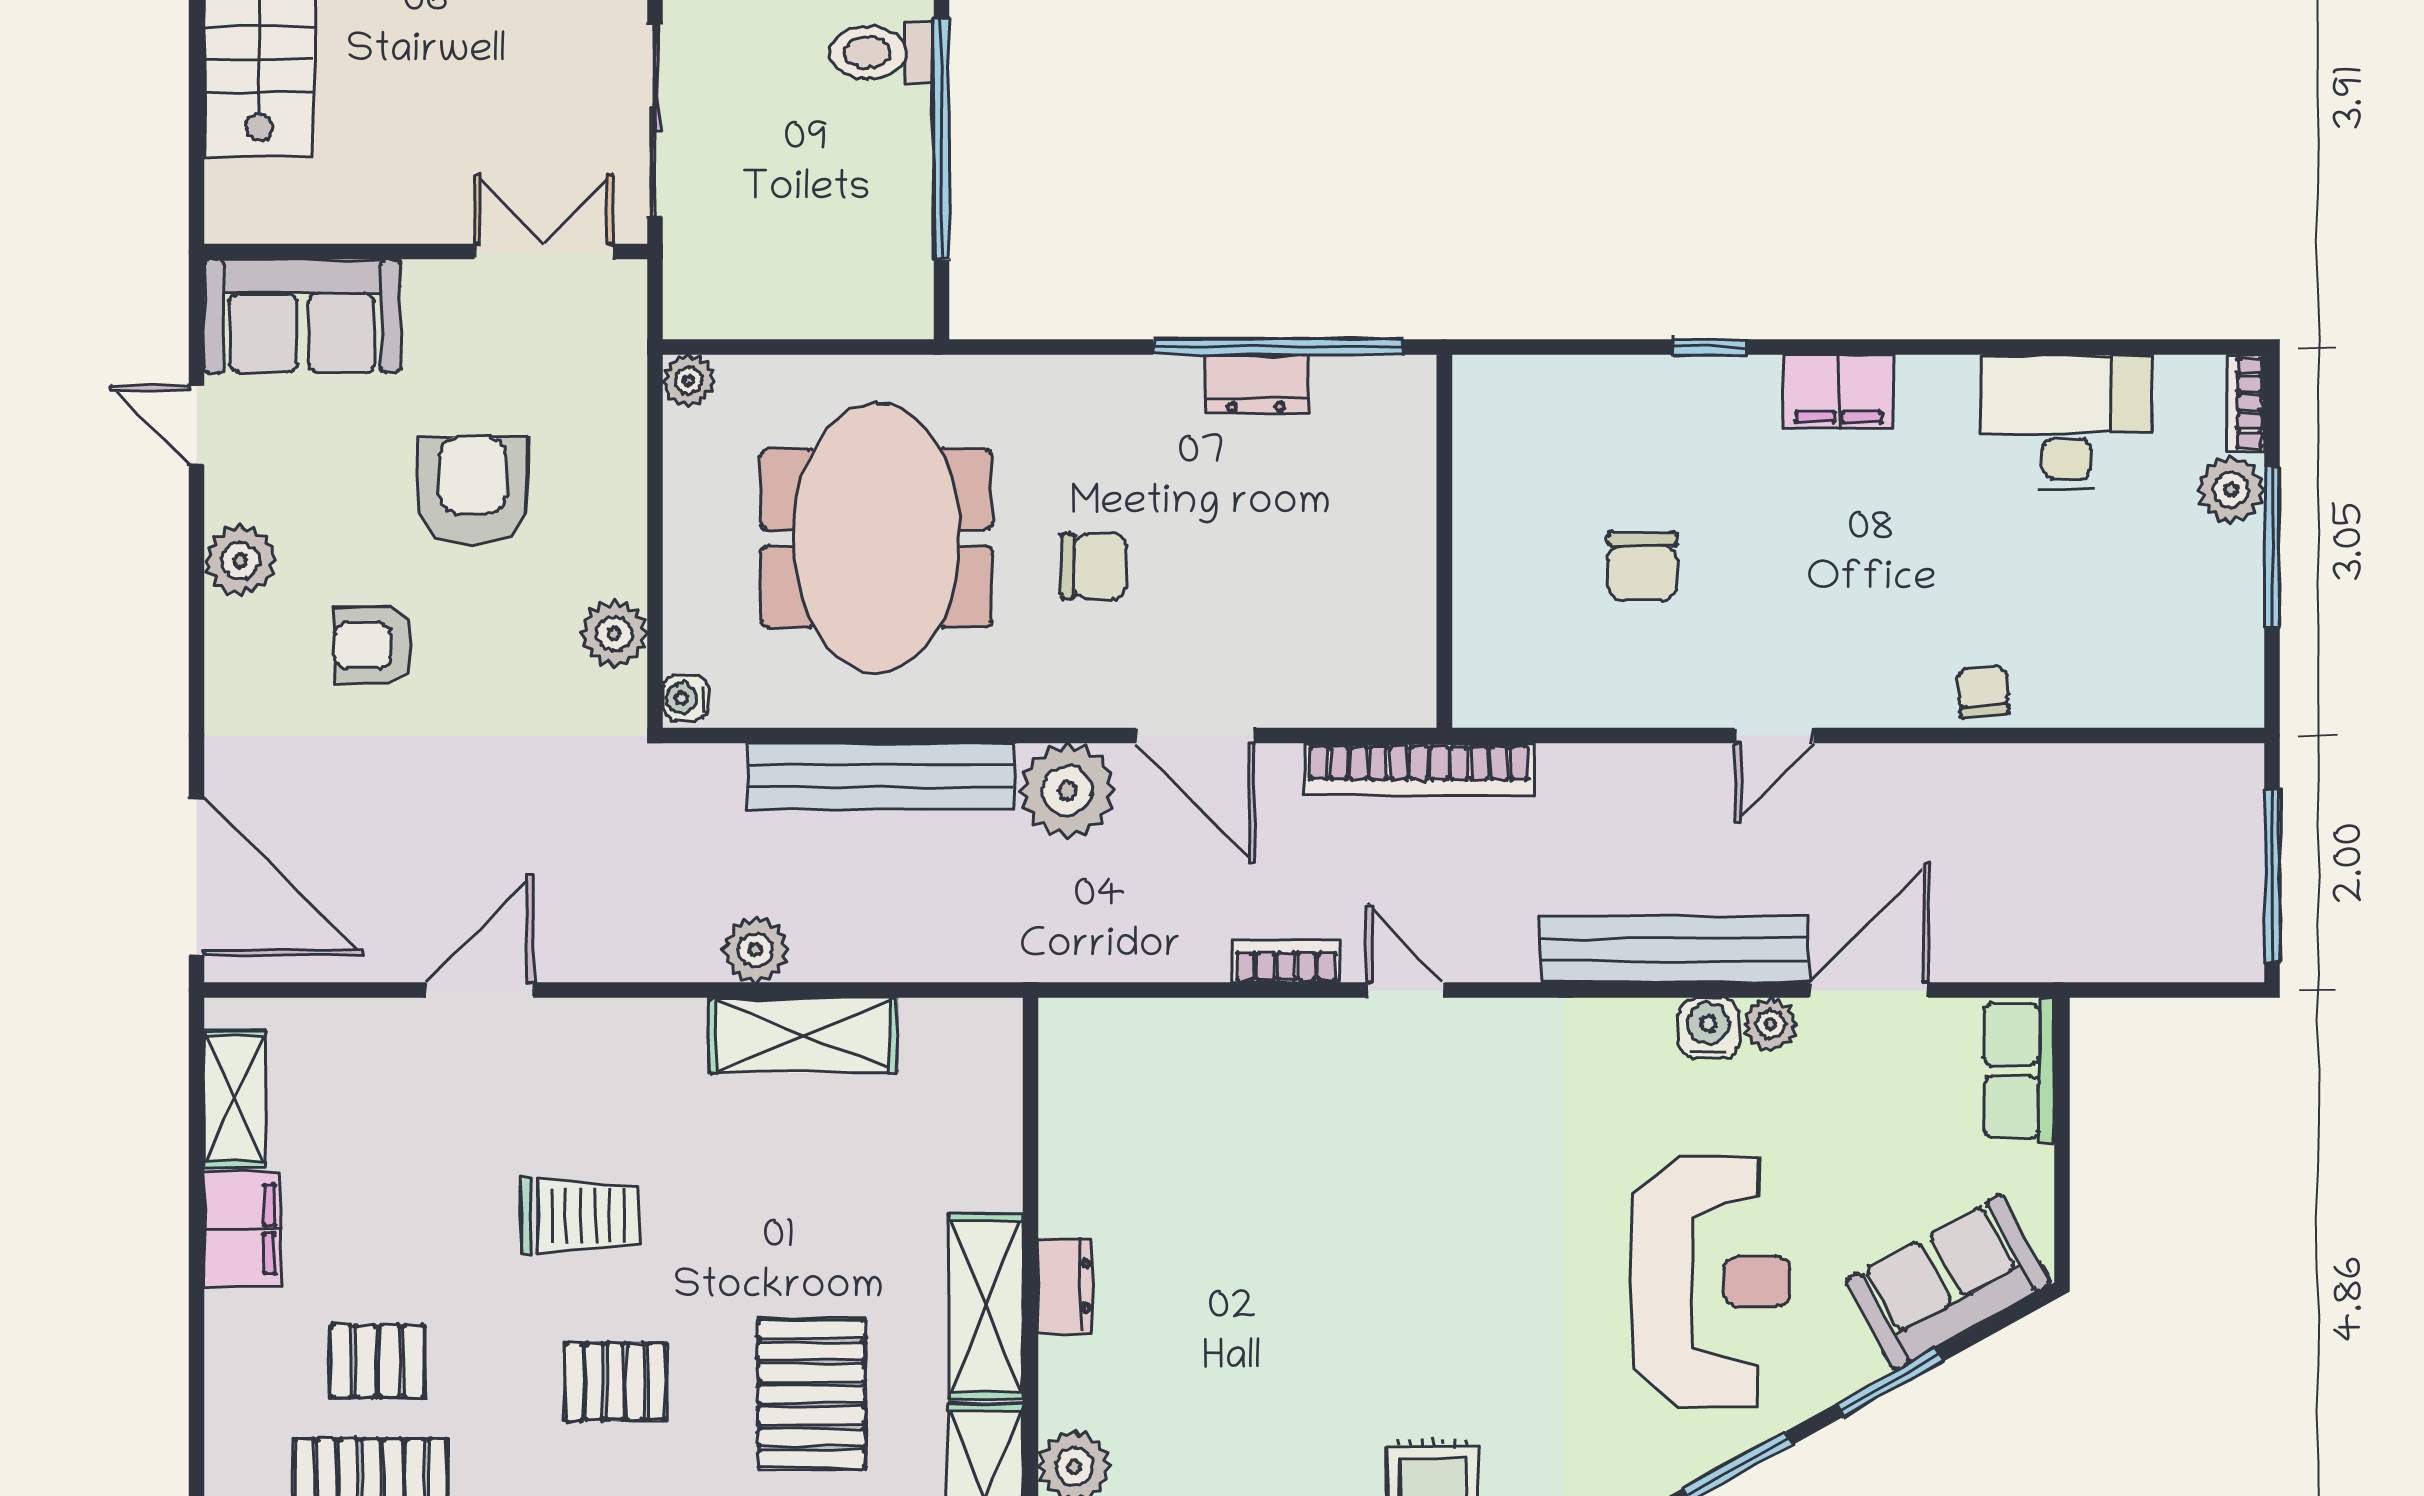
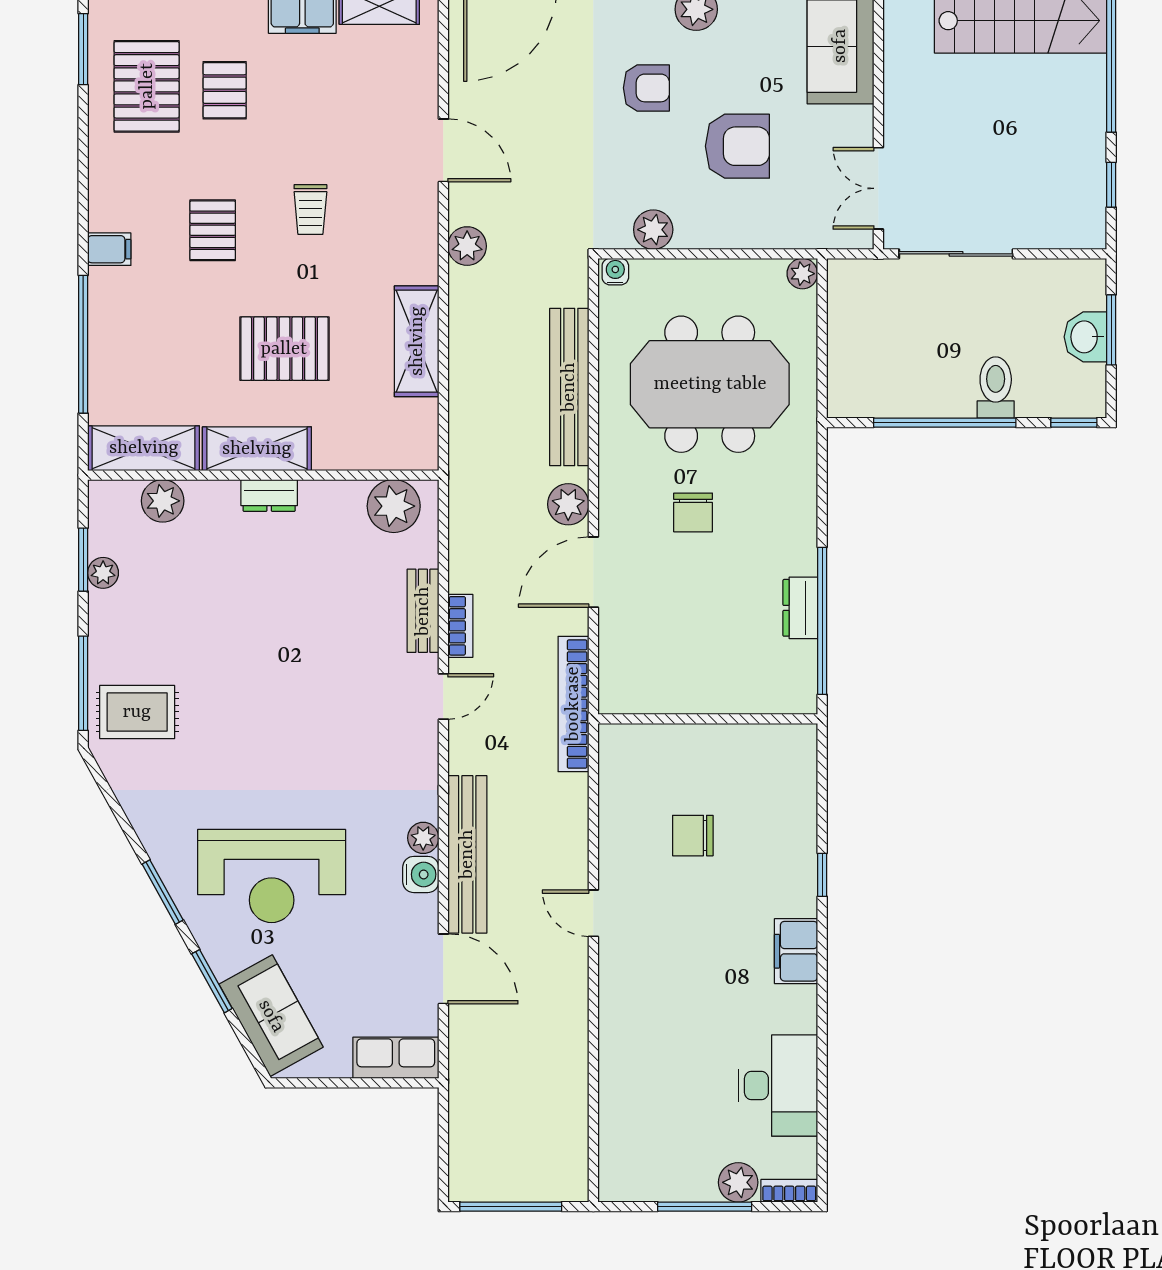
double door: (544, 252) -> (878, 188), swing flipped
armchair: (374, 645) -> (646, 88), turned 90
chair: (1983, 692) -> (619, 1036), removed
plant: (1067, 791) -> (568, 504), width x0.73, depth x0.73
plant: (756, 950) -> (467, 246), moved
plant: (1771, 1024) -> (423, 838), moved
bench: (1261, 1025) -> (423, 611), added
plant: (1083, 1074) -> (394, 506), added
trolley: (580, 1215) -> (310, 210), width x0.73, depth x0.72
pallet: (812, 1394) -> (284, 349), moved

